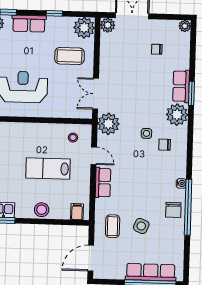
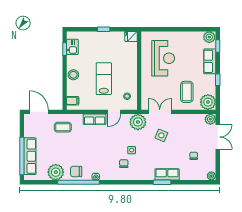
plant: (177, 115) -> (56, 172), moved
side table: (141, 226) -> (161, 135), moved

